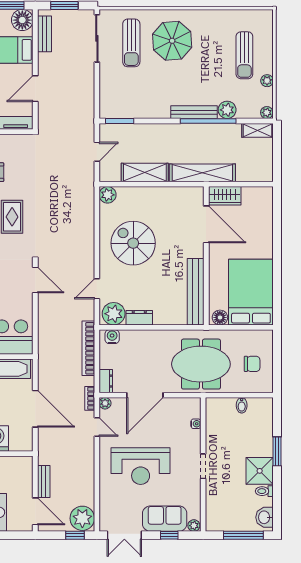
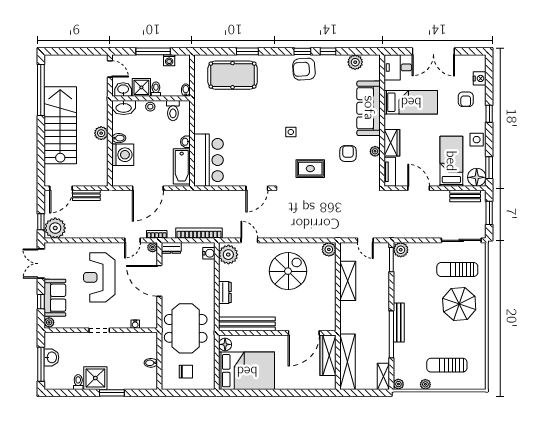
plant: (227, 110) -> (401, 250), moved
shelving: (202, 173) -> (347, 362), moved
wardrobe: (225, 196) -> (328, 355), width x1.50
dresser: (139, 318) -> (225, 292), moved
chair: (252, 364) -> (186, 372), turned -90
washbasin: (265, 517) -> (51, 357), moved, turned 90

